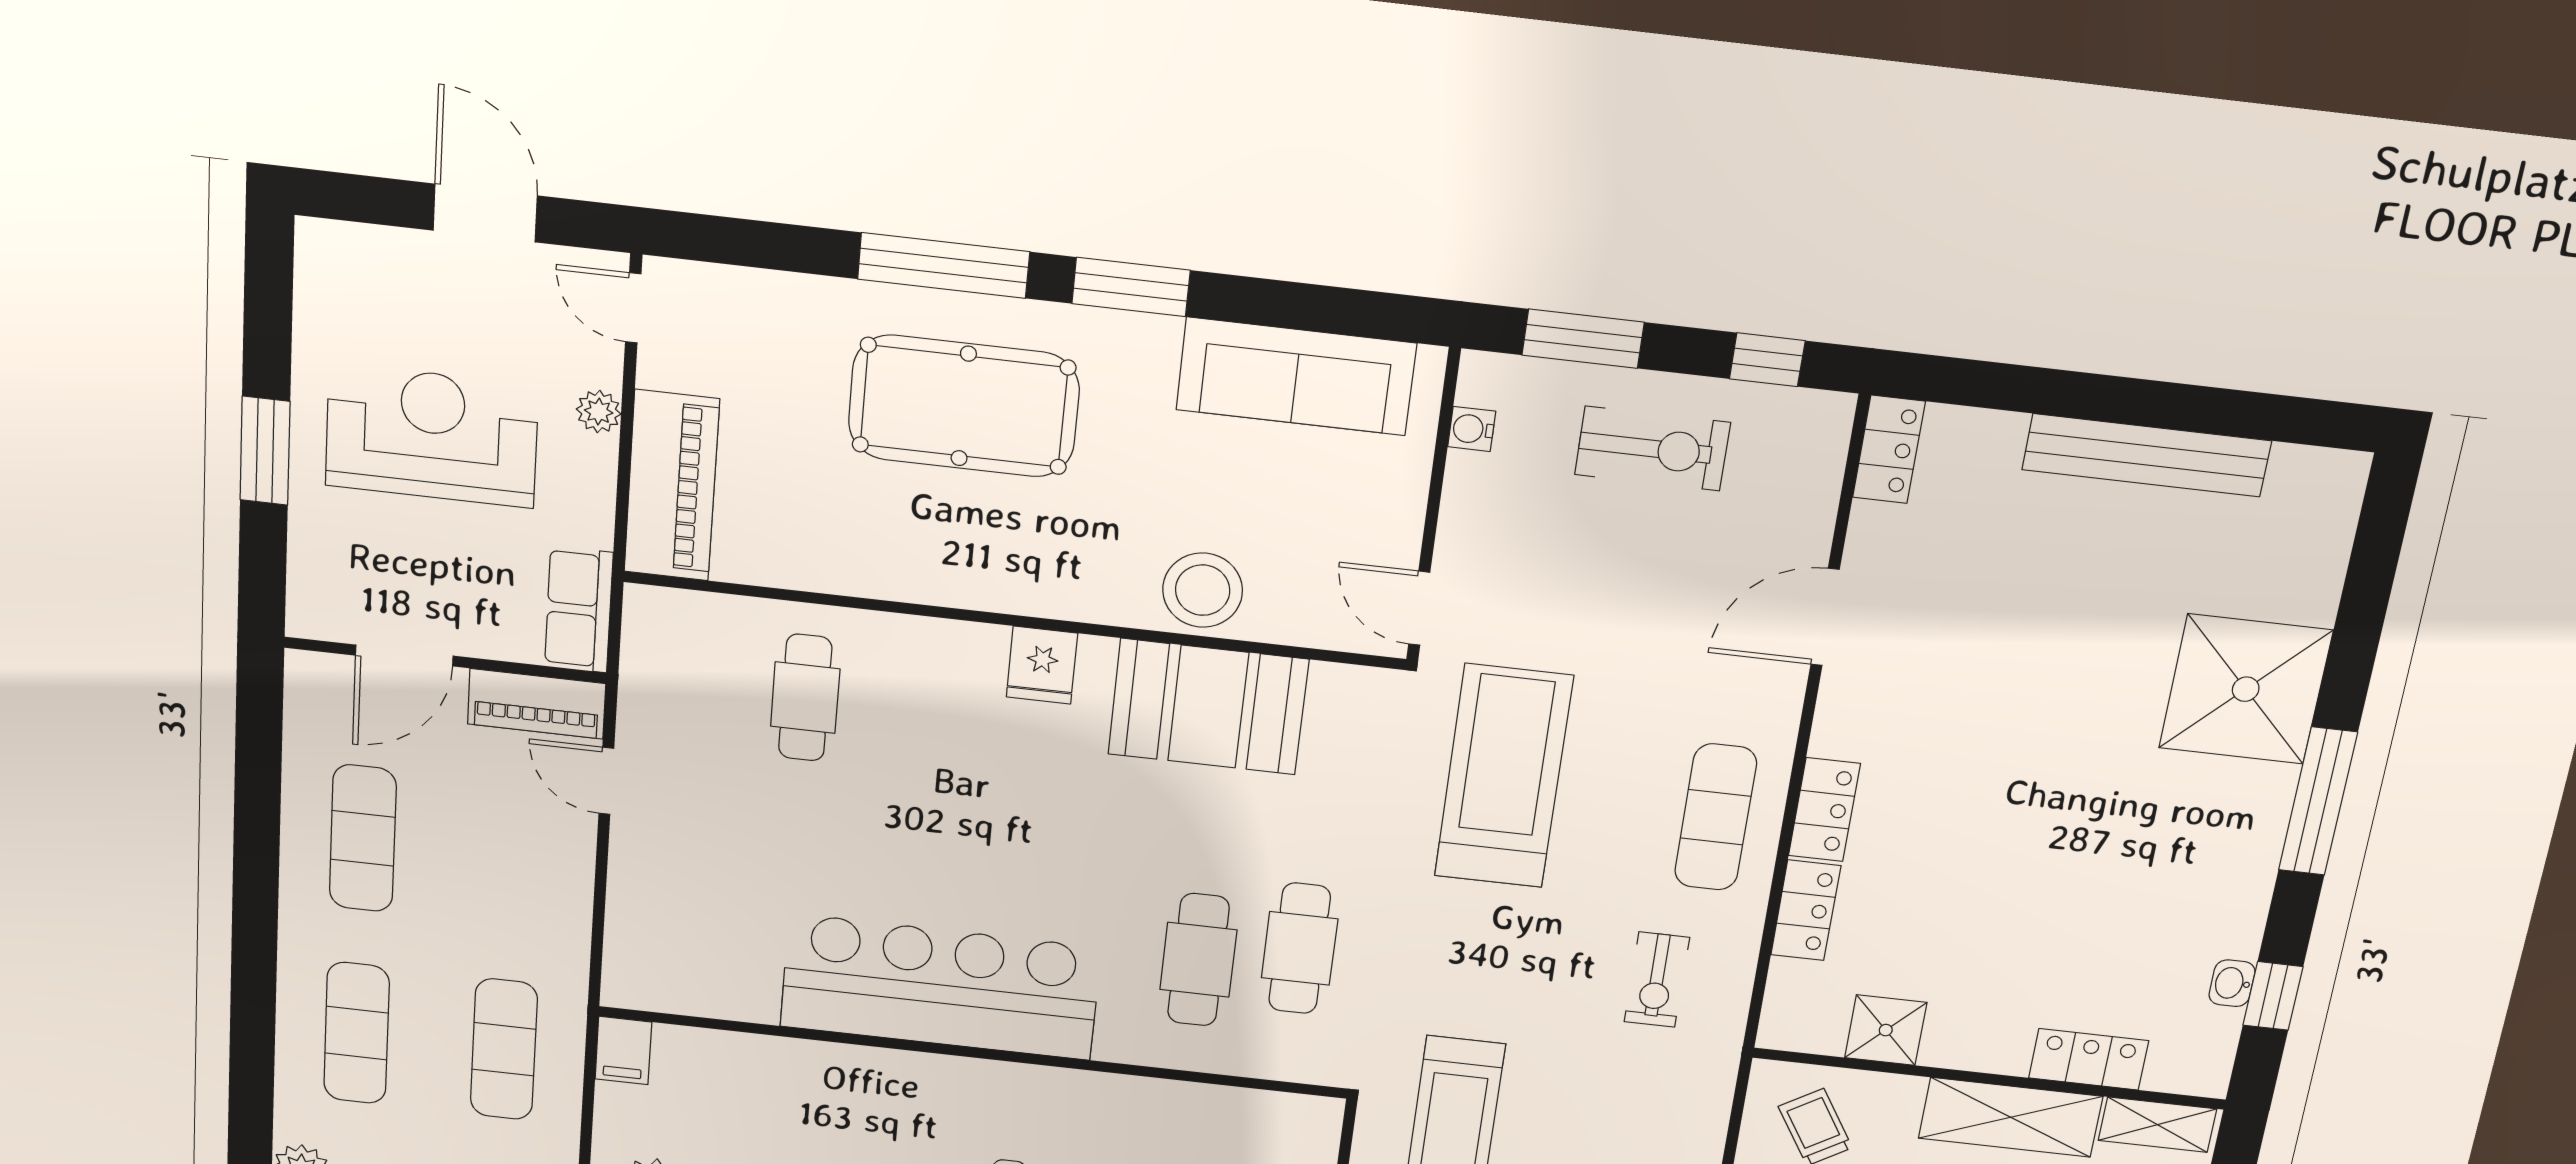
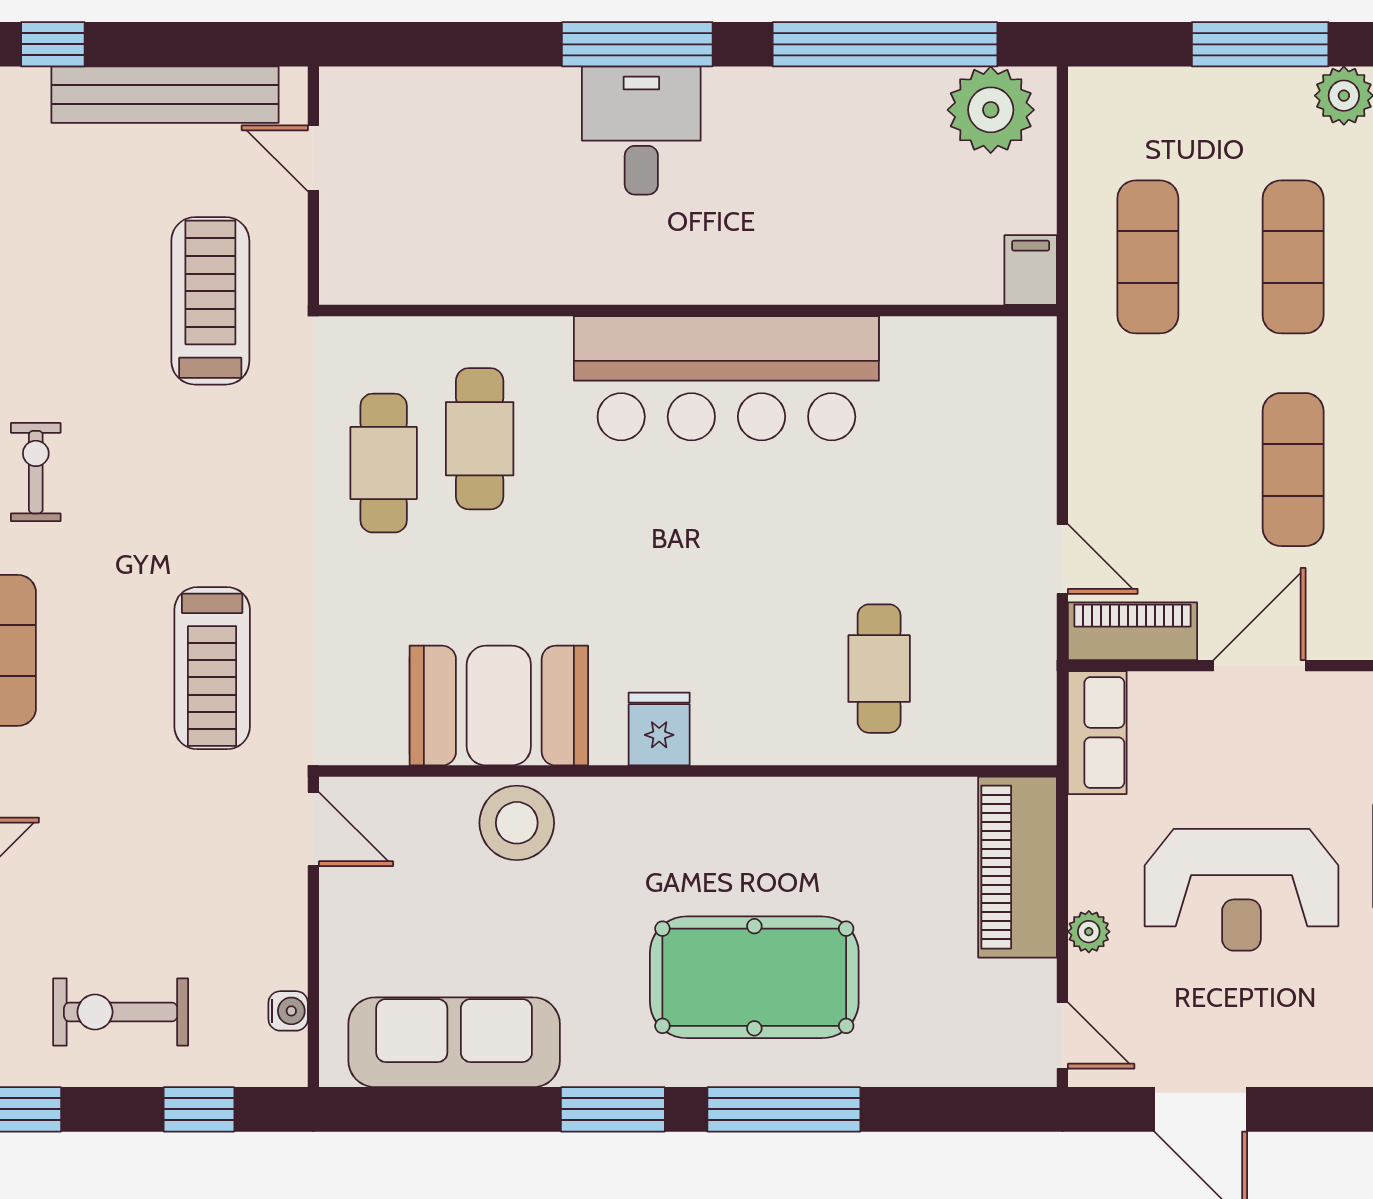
window: (1583, 339) -> (199, 1109), width x0.67
treadmill: (1504, 776) -> (212, 668), width x0.73, depth x0.73

